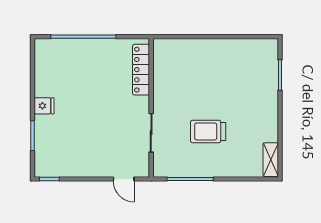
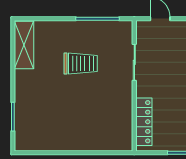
shelving: (271, 160) -> (24, 45), width x1.50, depth x1.33

